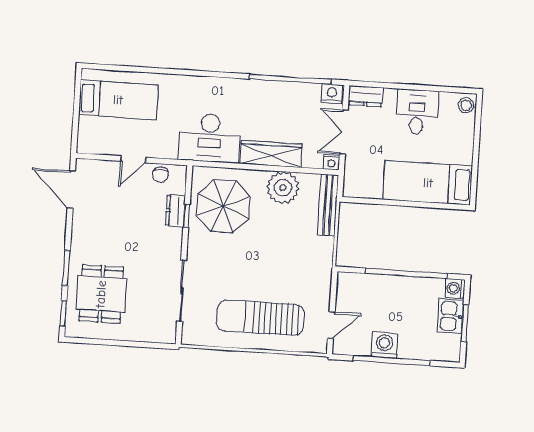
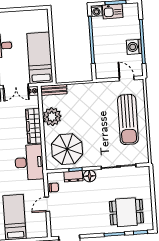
door: (133, 159) -> (47, 204), swing flipped
bed: (428, 183) -> (40, 58), moved, turned 180
bench: (328, 205) -> (54, 90), width x0.73
floor lamp: (172, 239) -> (90, 176), added

